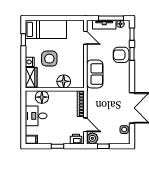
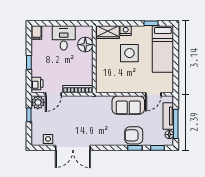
armchair: (121, 55) -> (134, 135), turned -90
sofa: (95, 74) -> (128, 105), moved
floor lamp: (64, 81) -> (103, 69), removed

